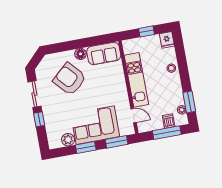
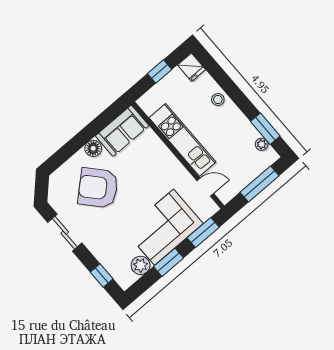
window: (39, 119) -> (102, 275), moved
dishwasher: (169, 121) -> (253, 168), removed

